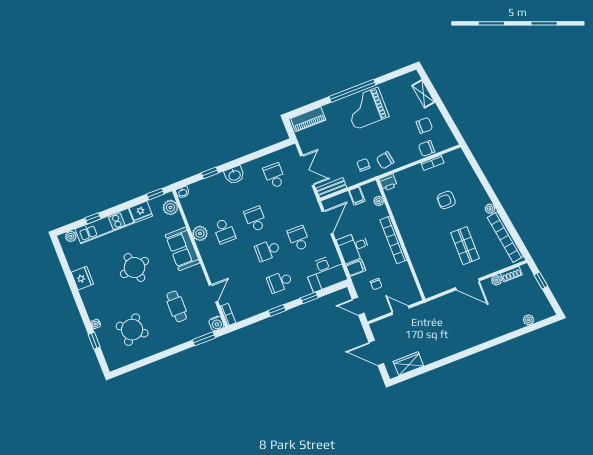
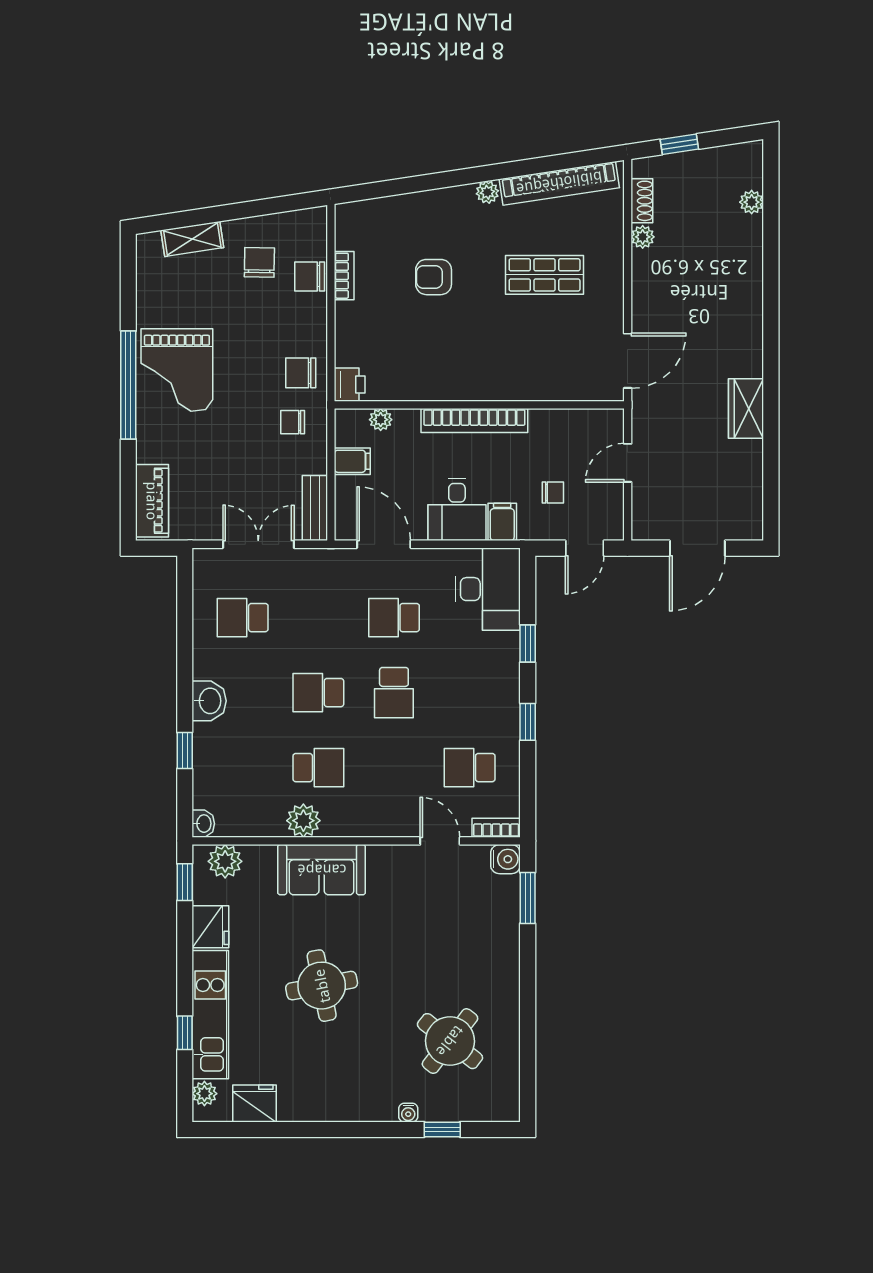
chair: (427, 148) -> (310, 276), turned 90
chair: (385, 160) -> (301, 373), turned 100
armchair: (446, 200) -> (434, 277), turned 90
fridge: (82, 278) -> (255, 1103), moved
school desk: (280, 282) -> (470, 768), moved, turned 90
door: (467, 284) -> (628, 361), moved
cafe table: (177, 306) -> (437, 929), removed
wardrobe: (408, 364) -> (746, 408), moved

